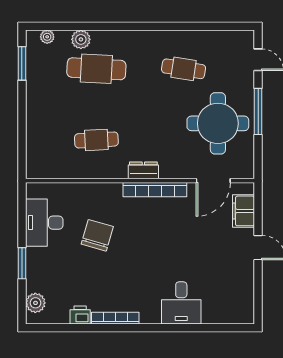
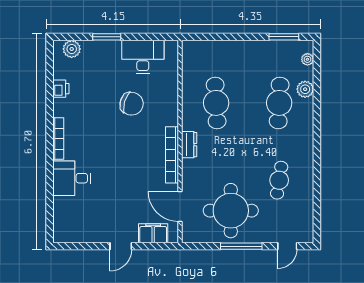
cafe table: (96, 140) -> (216, 103), width x1.37, depth x1.35
bookcase: (115, 318) -> (58, 139), moved

